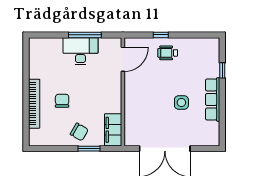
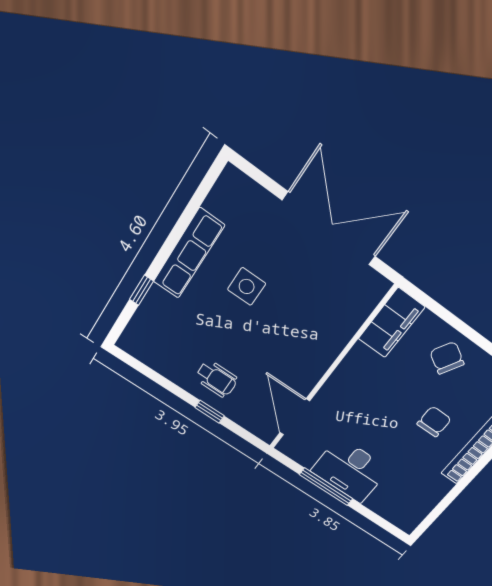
door: (123, 59) -> (295, 417), hinge flipped
chair: (62, 101) -> (434, 422), turned 180
window: (89, 149) -> (454, 321), removed

